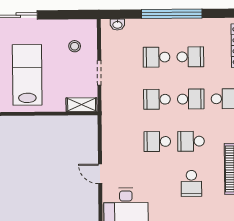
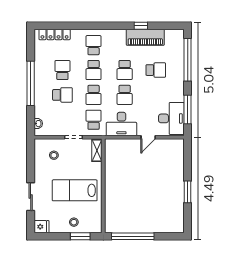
school desk: (157, 57) -> (62, 95), turned -90
school desk: (191, 99) -> (94, 70), turned 180
school desk: (123, 100) -> (94, 120), added
desk: (118, 138) -> (121, 124), added

